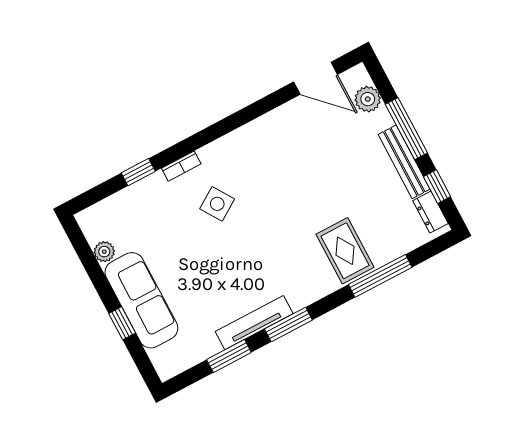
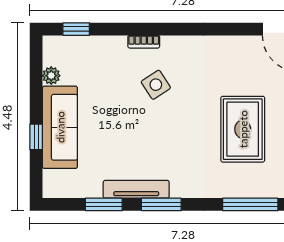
window: (138, 172) -> (76, 29), moved
rug: (345, 251) -> (243, 129), moved, width x1.36, depth x1.43

